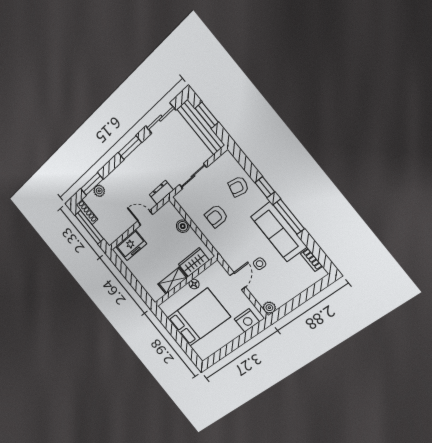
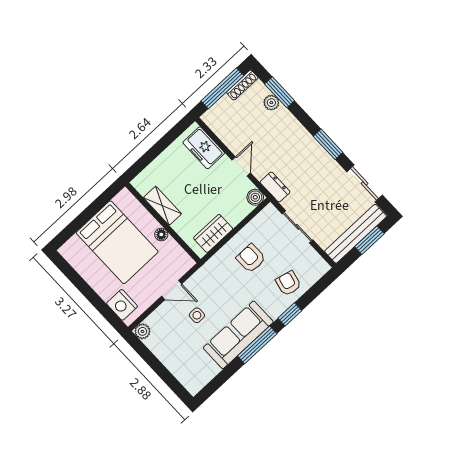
boiler: (183, 226) -> (255, 197), moved
bookcase: (312, 260) -> (208, 376), removed
wardrobe: (194, 262) -> (213, 233), moved, turned -90

